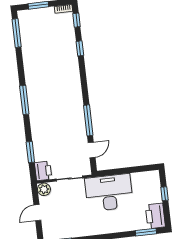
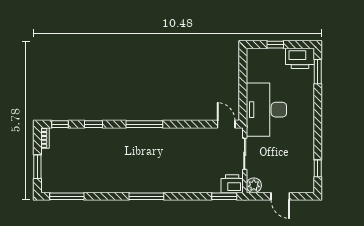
window: (88, 120) -> (144, 124), moved
door: (92, 150) -> (226, 124), moved
window: (30, 152) -> (224, 196), moved

